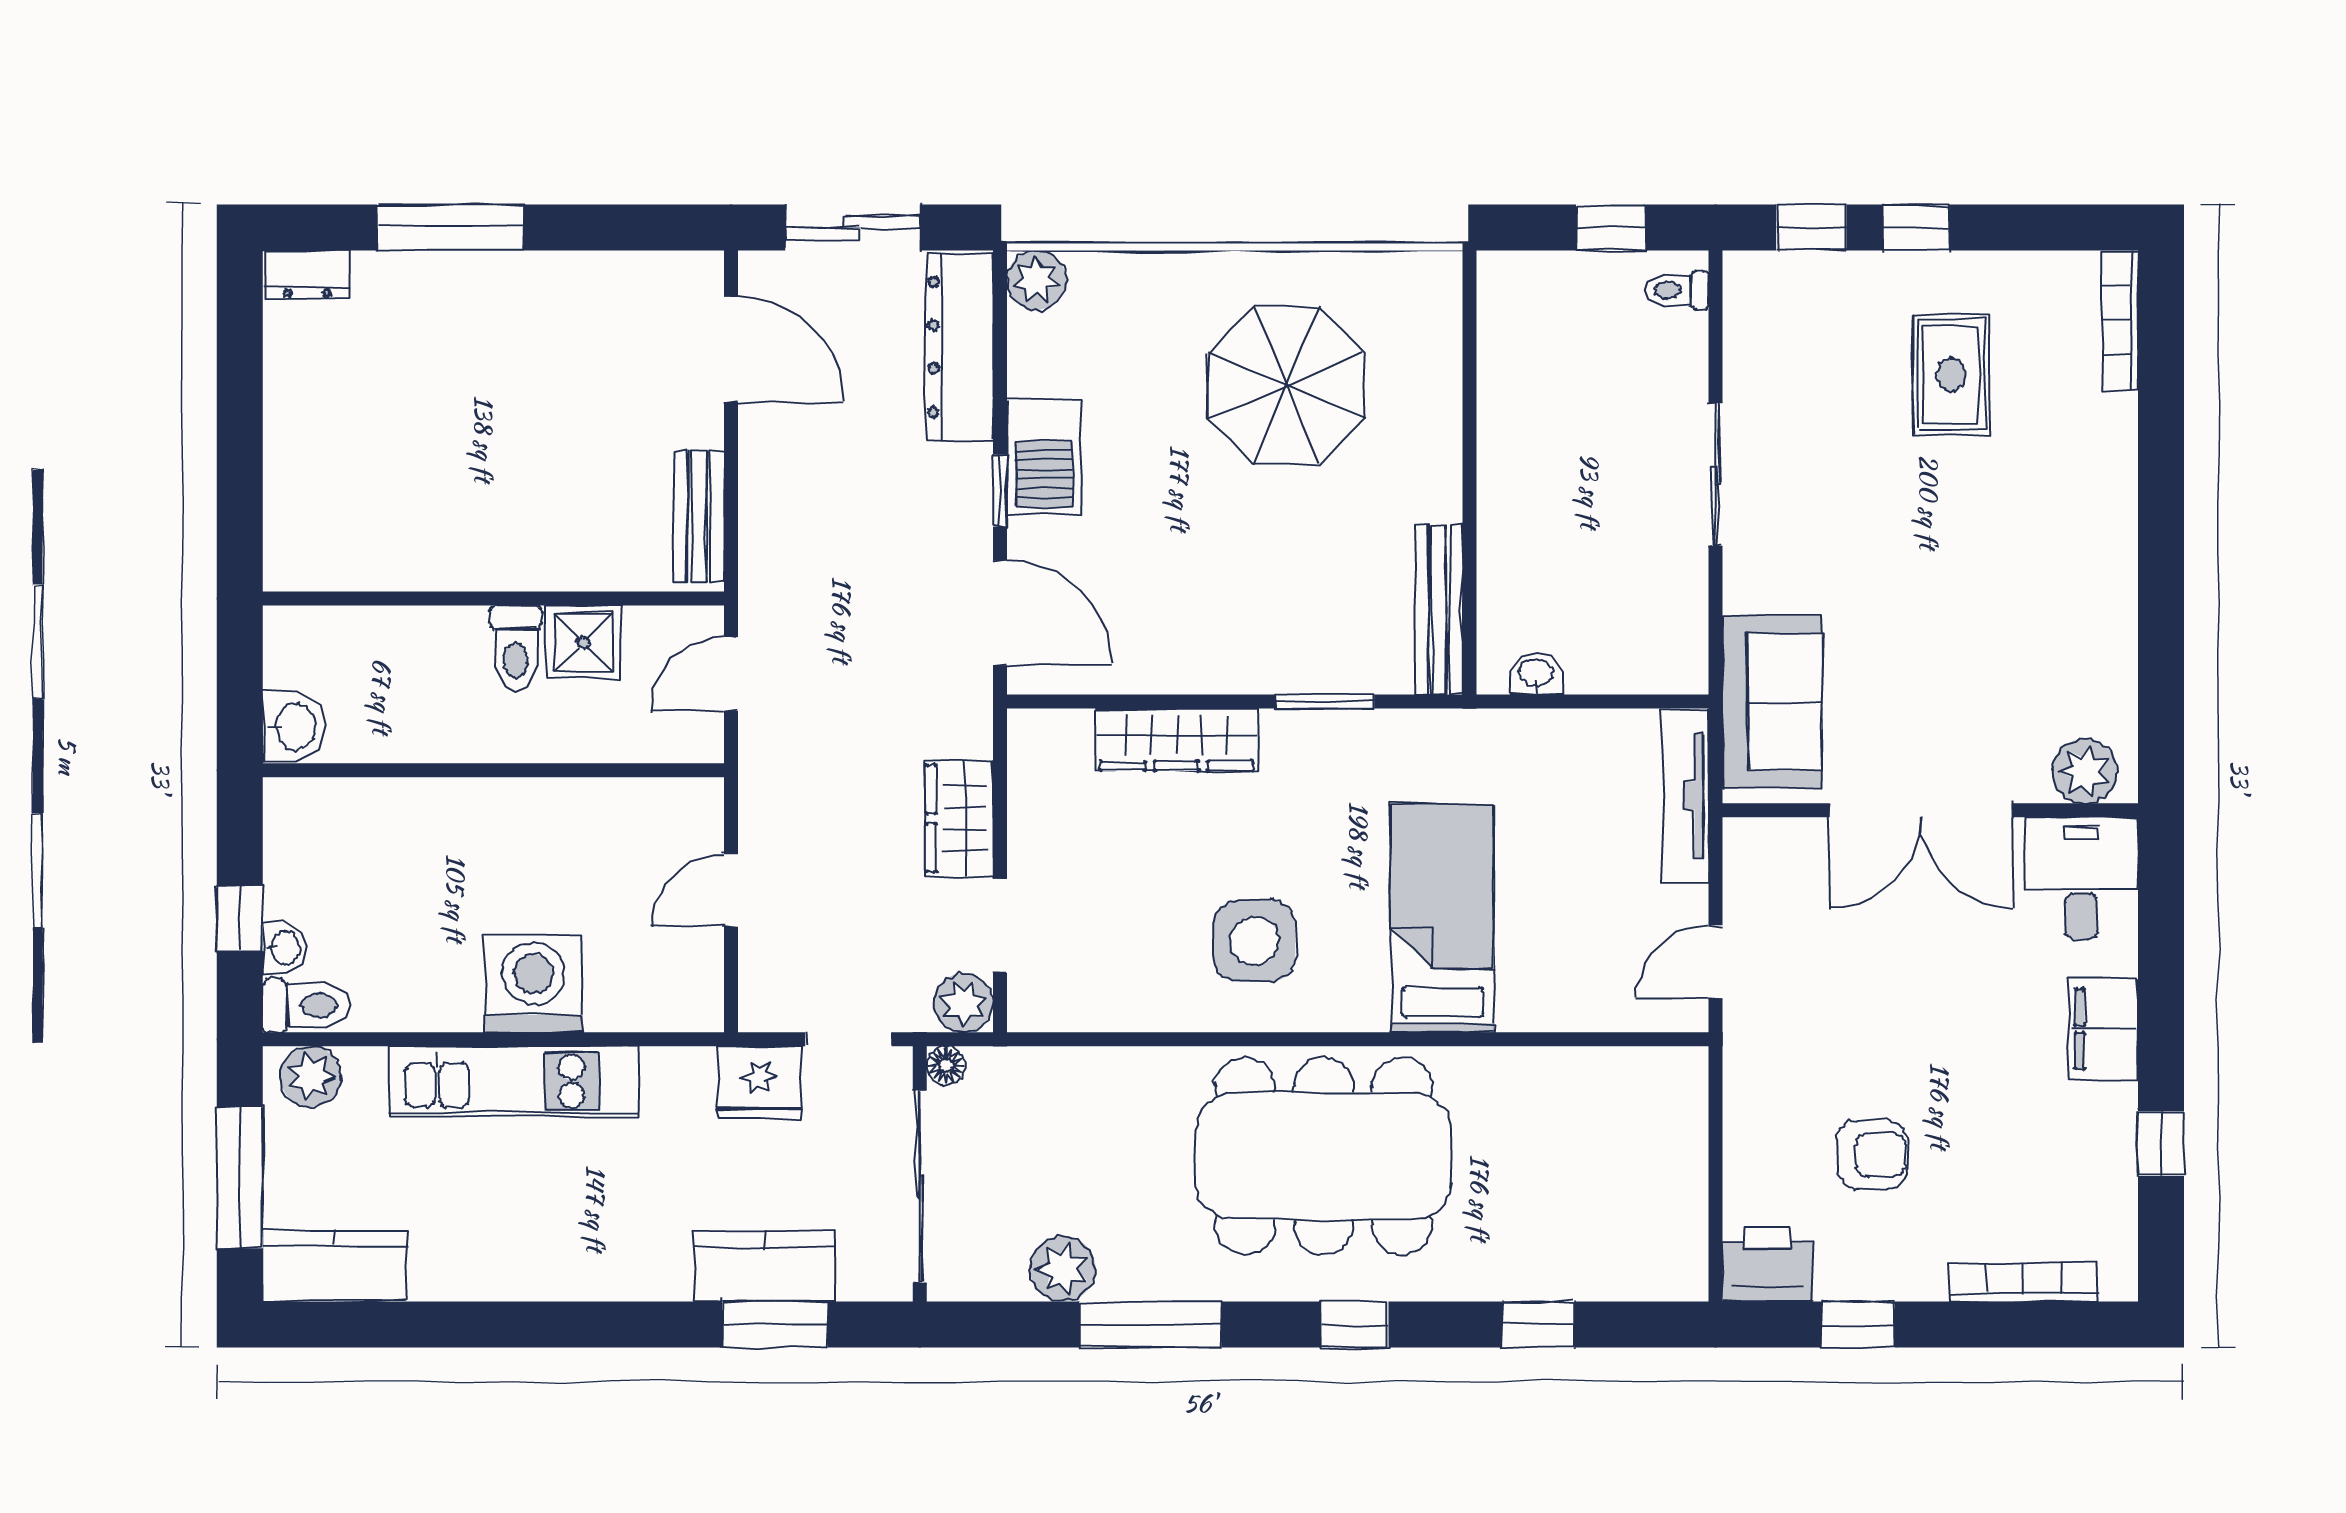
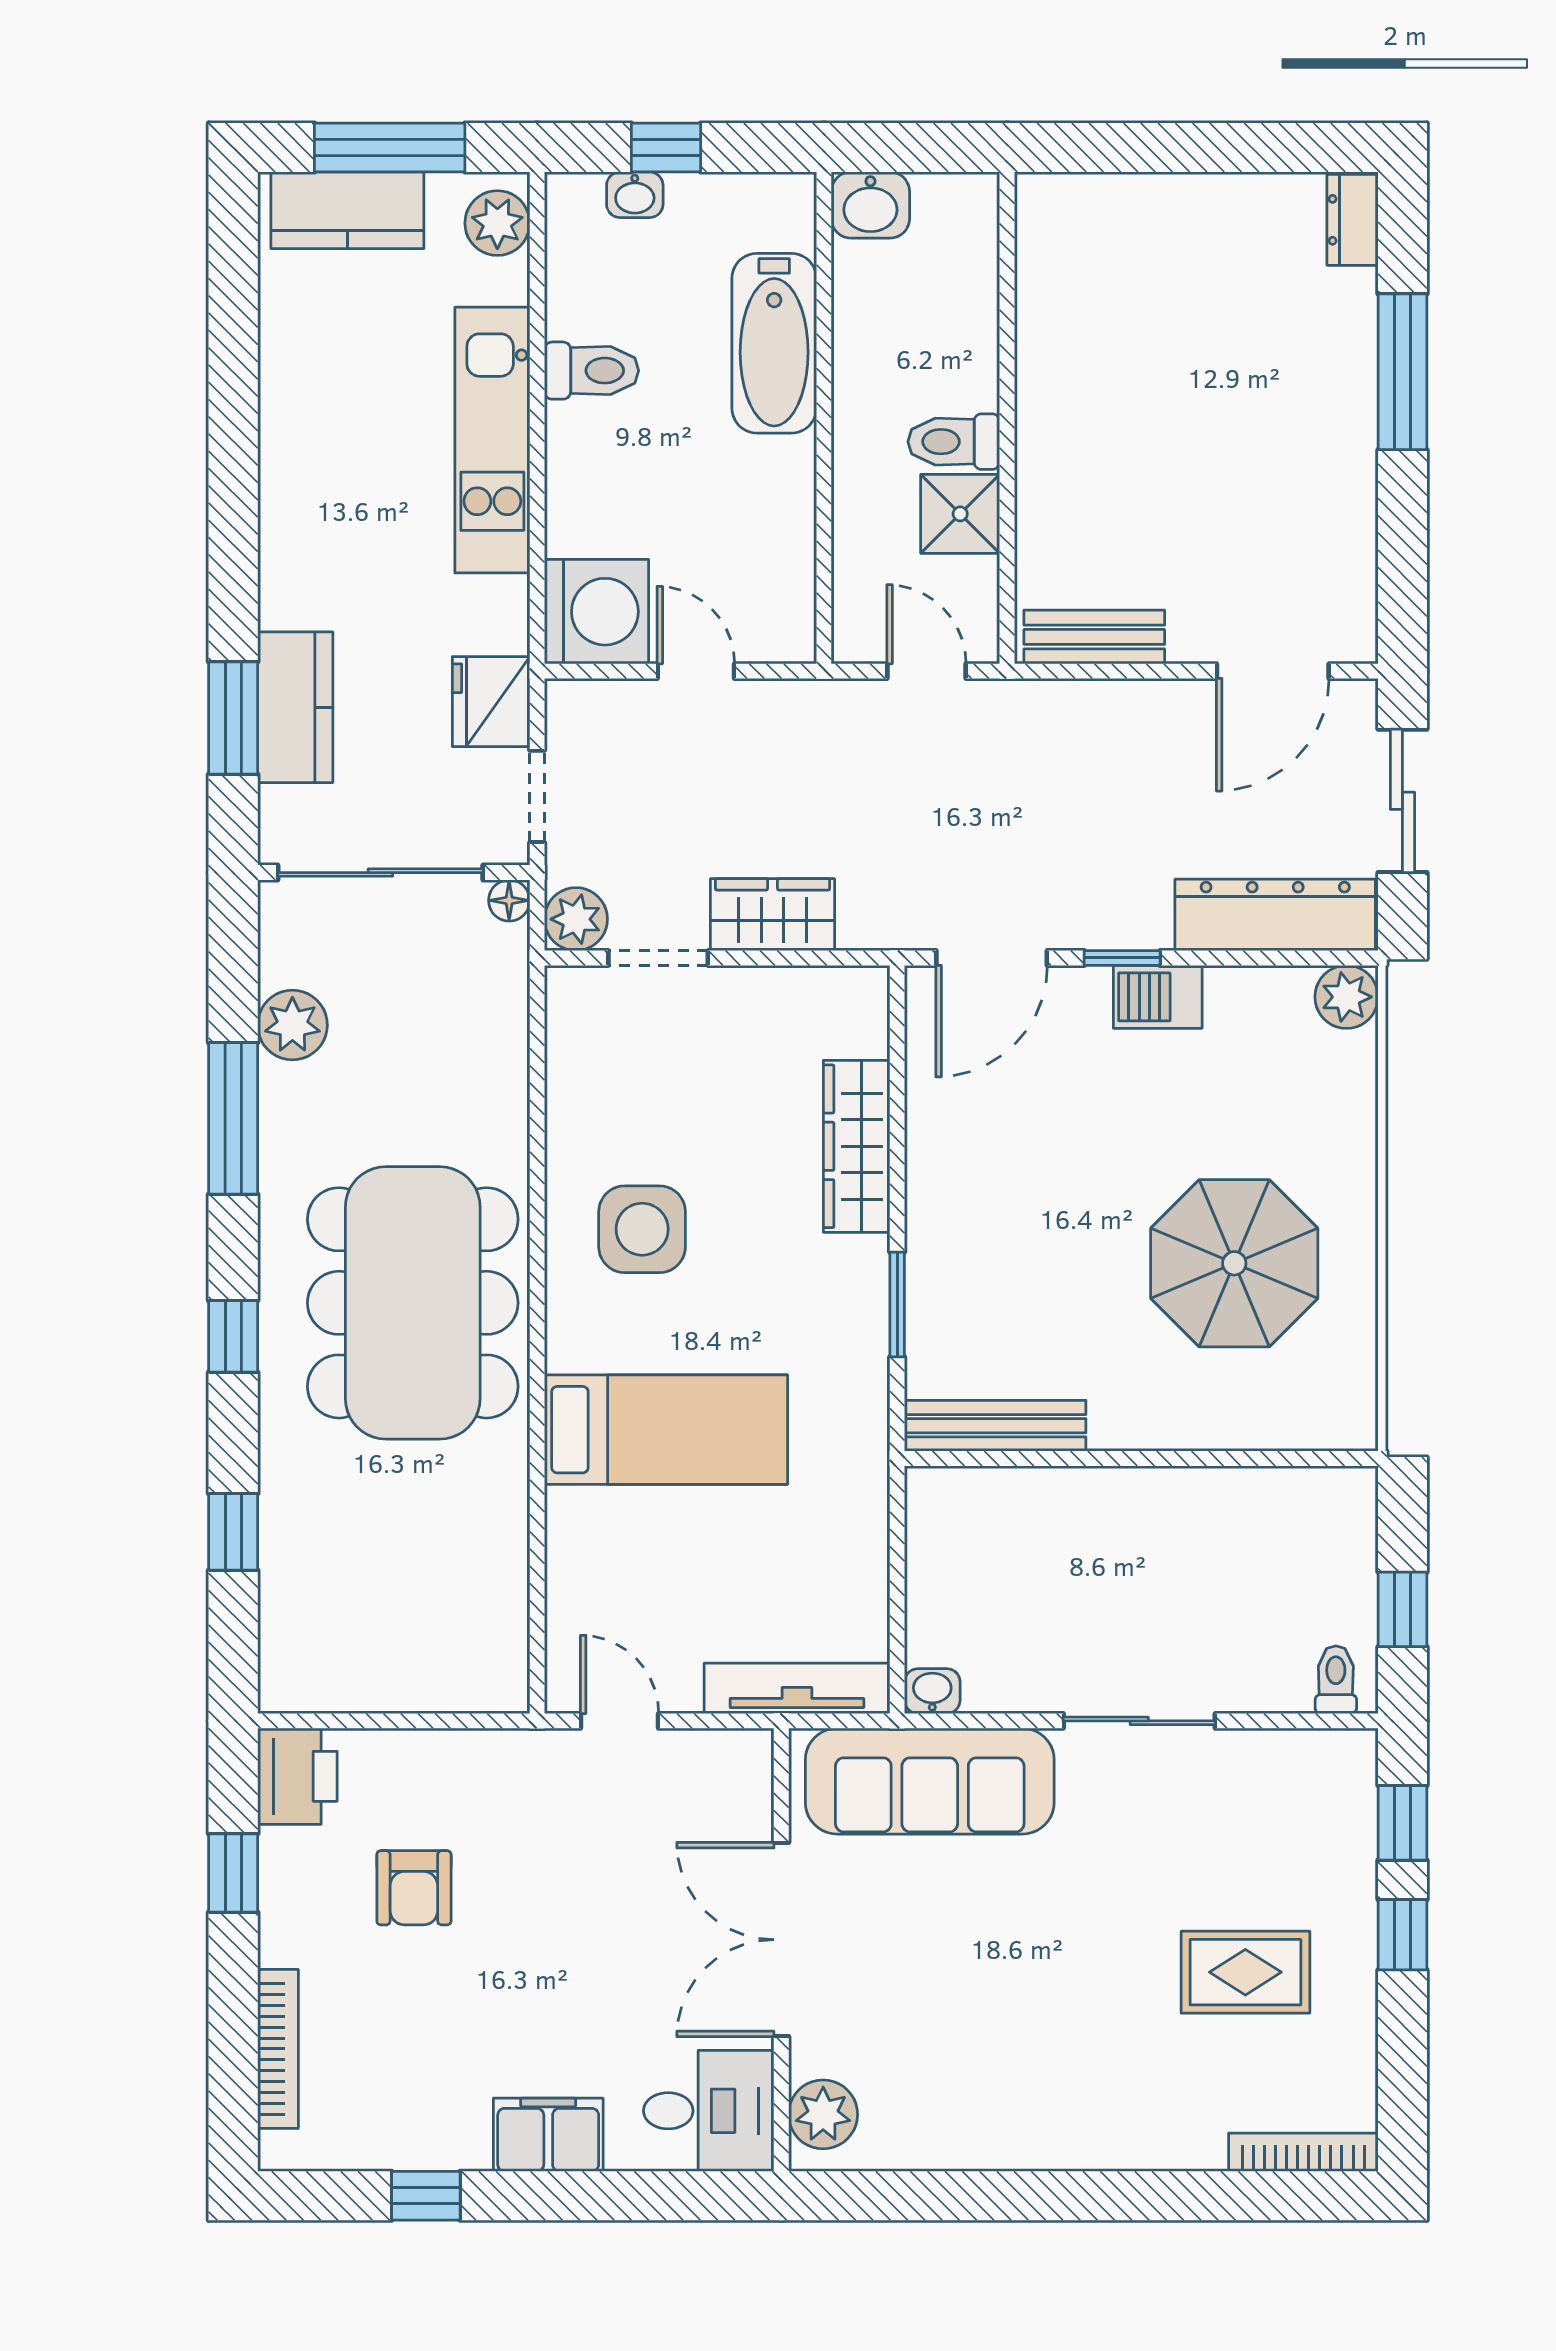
barbecue: (1044, 457) -> (1158, 997), width x0.73, depth x0.79
washbasin: (1536, 674) -> (932, 1691), moved, turned -90
sofa: (1772, 702) -> (930, 1781), width x1.36
bathtub: (423, 817) -> (774, 343), added
washing machine: (533, 984) -> (597, 612), moved
toilet: (307, 1006) -> (591, 371), moved, turned -90
kitchen counter: (334, 1266) -> (347, 210), moved, turned 90

